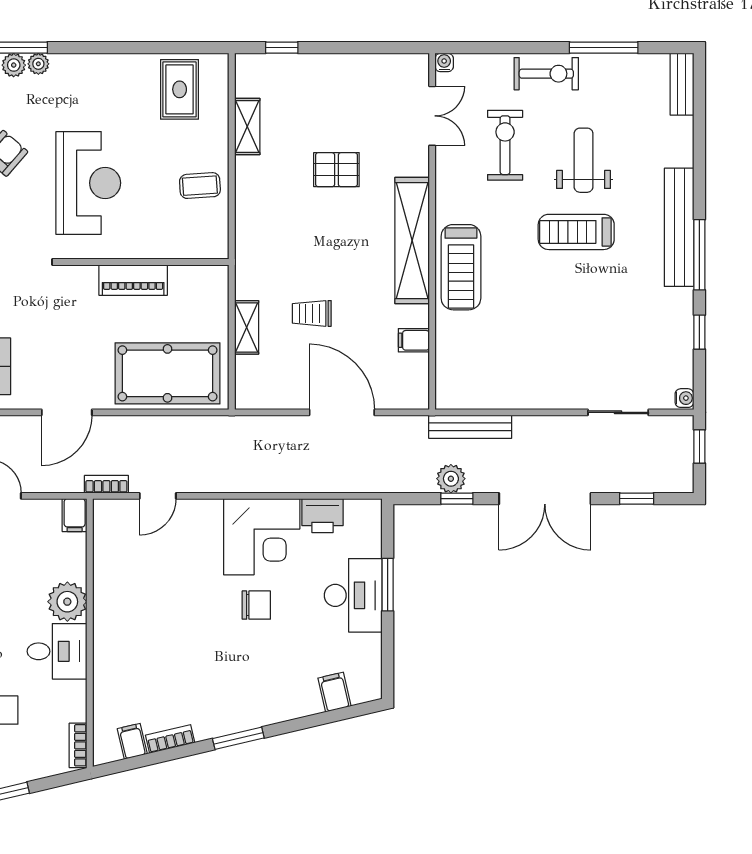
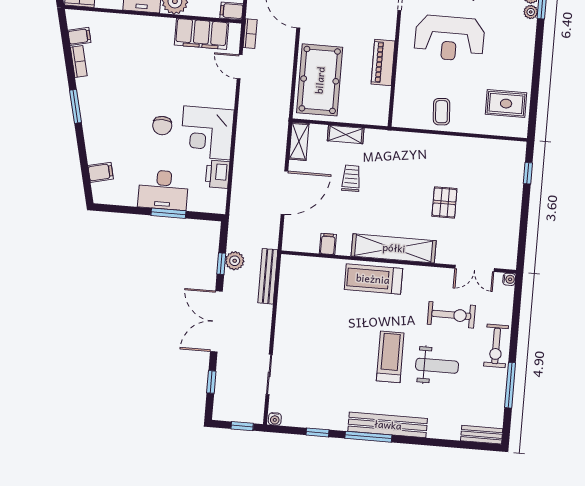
shelving: (247, 127) -> (299, 141), moved, turned 90
filing cabinet: (113, 558) -> (201, 34), added

